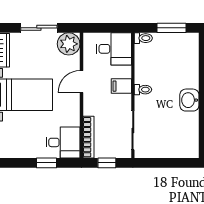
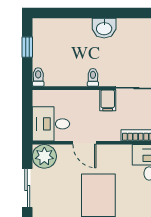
window: (172, 28) -> (27, 47), width x0.67
desk: (114, 49) -> (51, 124), moved, turned -90
filing cabinet: (121, 86) -> (108, 100), moved

